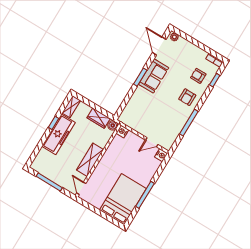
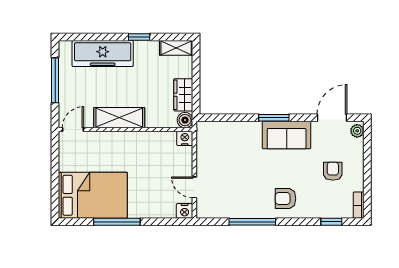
armchair: (198, 76) -> (333, 171), moved
freezer: (59, 134) -> (103, 54), moved

